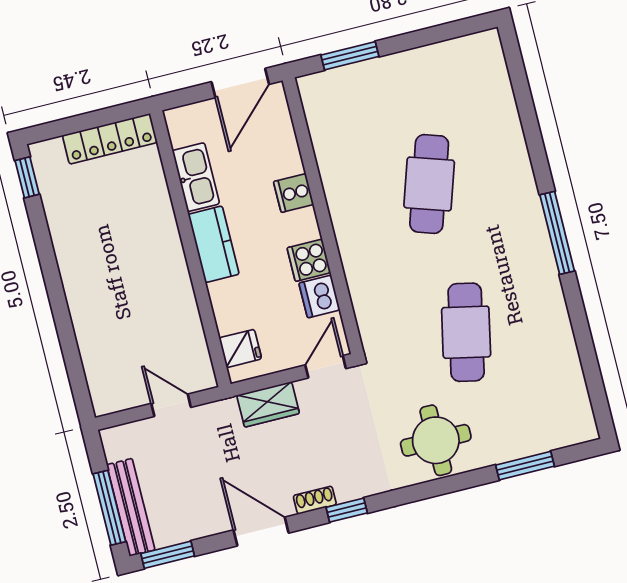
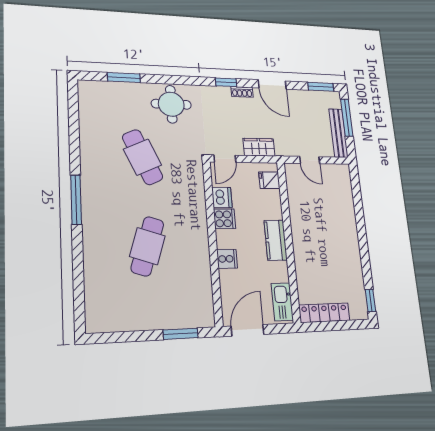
kitchen sink: (196, 177) -> (282, 302), moved
cafe table: (466, 332) -> (143, 157), turned -36
bench: (131, 507) -> (338, 133), moved

